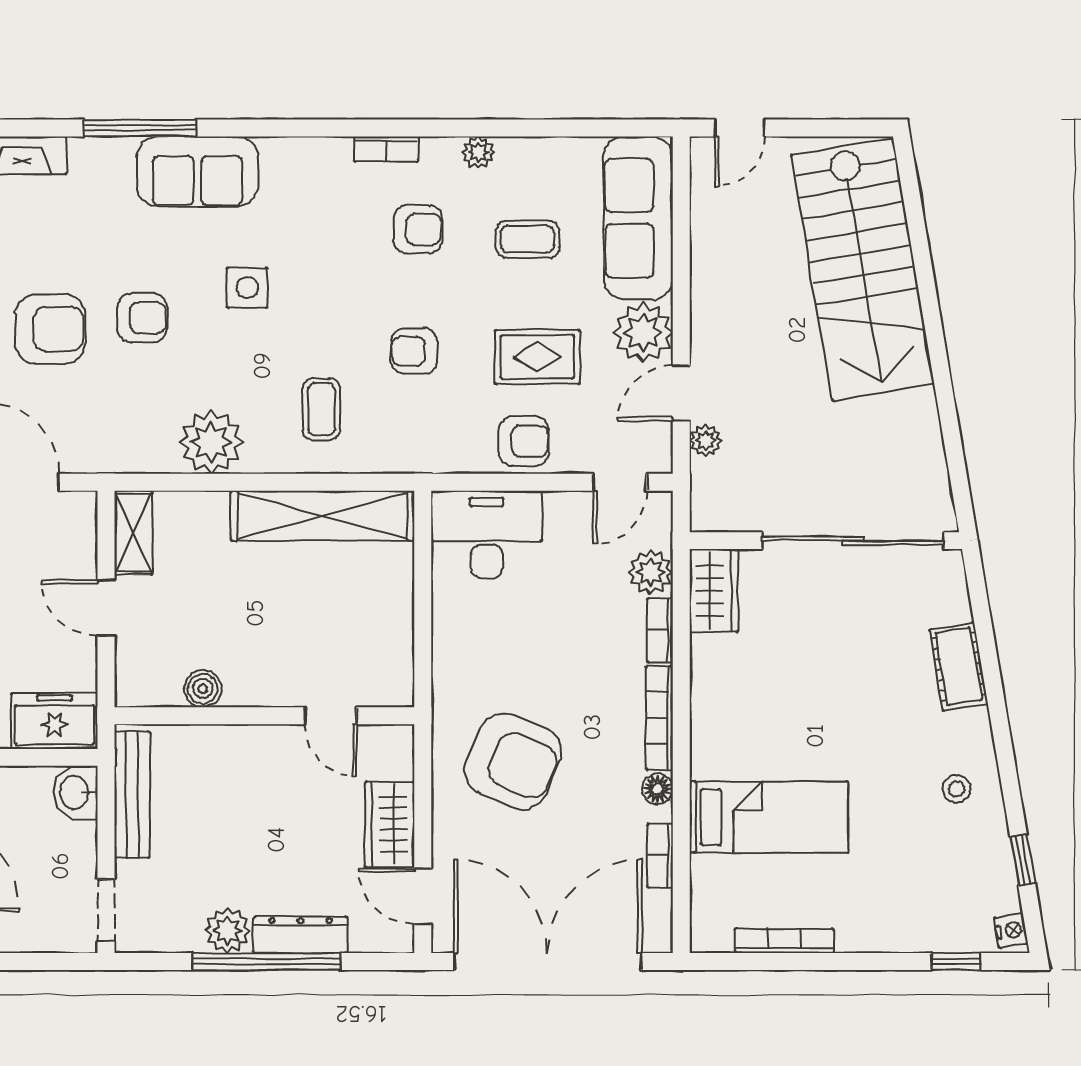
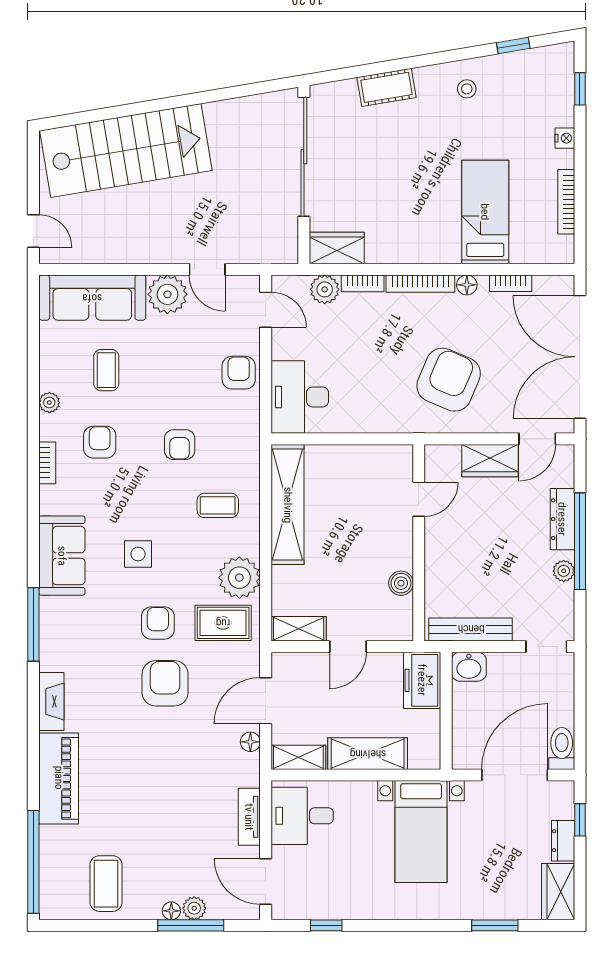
sofa: (197, 171) -> (62, 556), moved
rug: (537, 357) -> (223, 623), moved, turned 90
plant: (705, 441) -> (238, 253), removed
nightstand: (1011, 930) -> (565, 138), moved, turned 100
plant: (228, 931) -> (564, 571), width x0.73, depth x0.73

